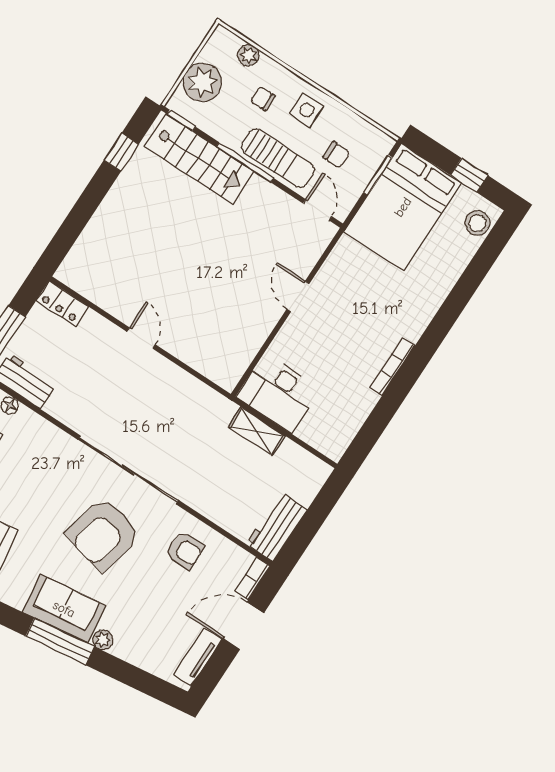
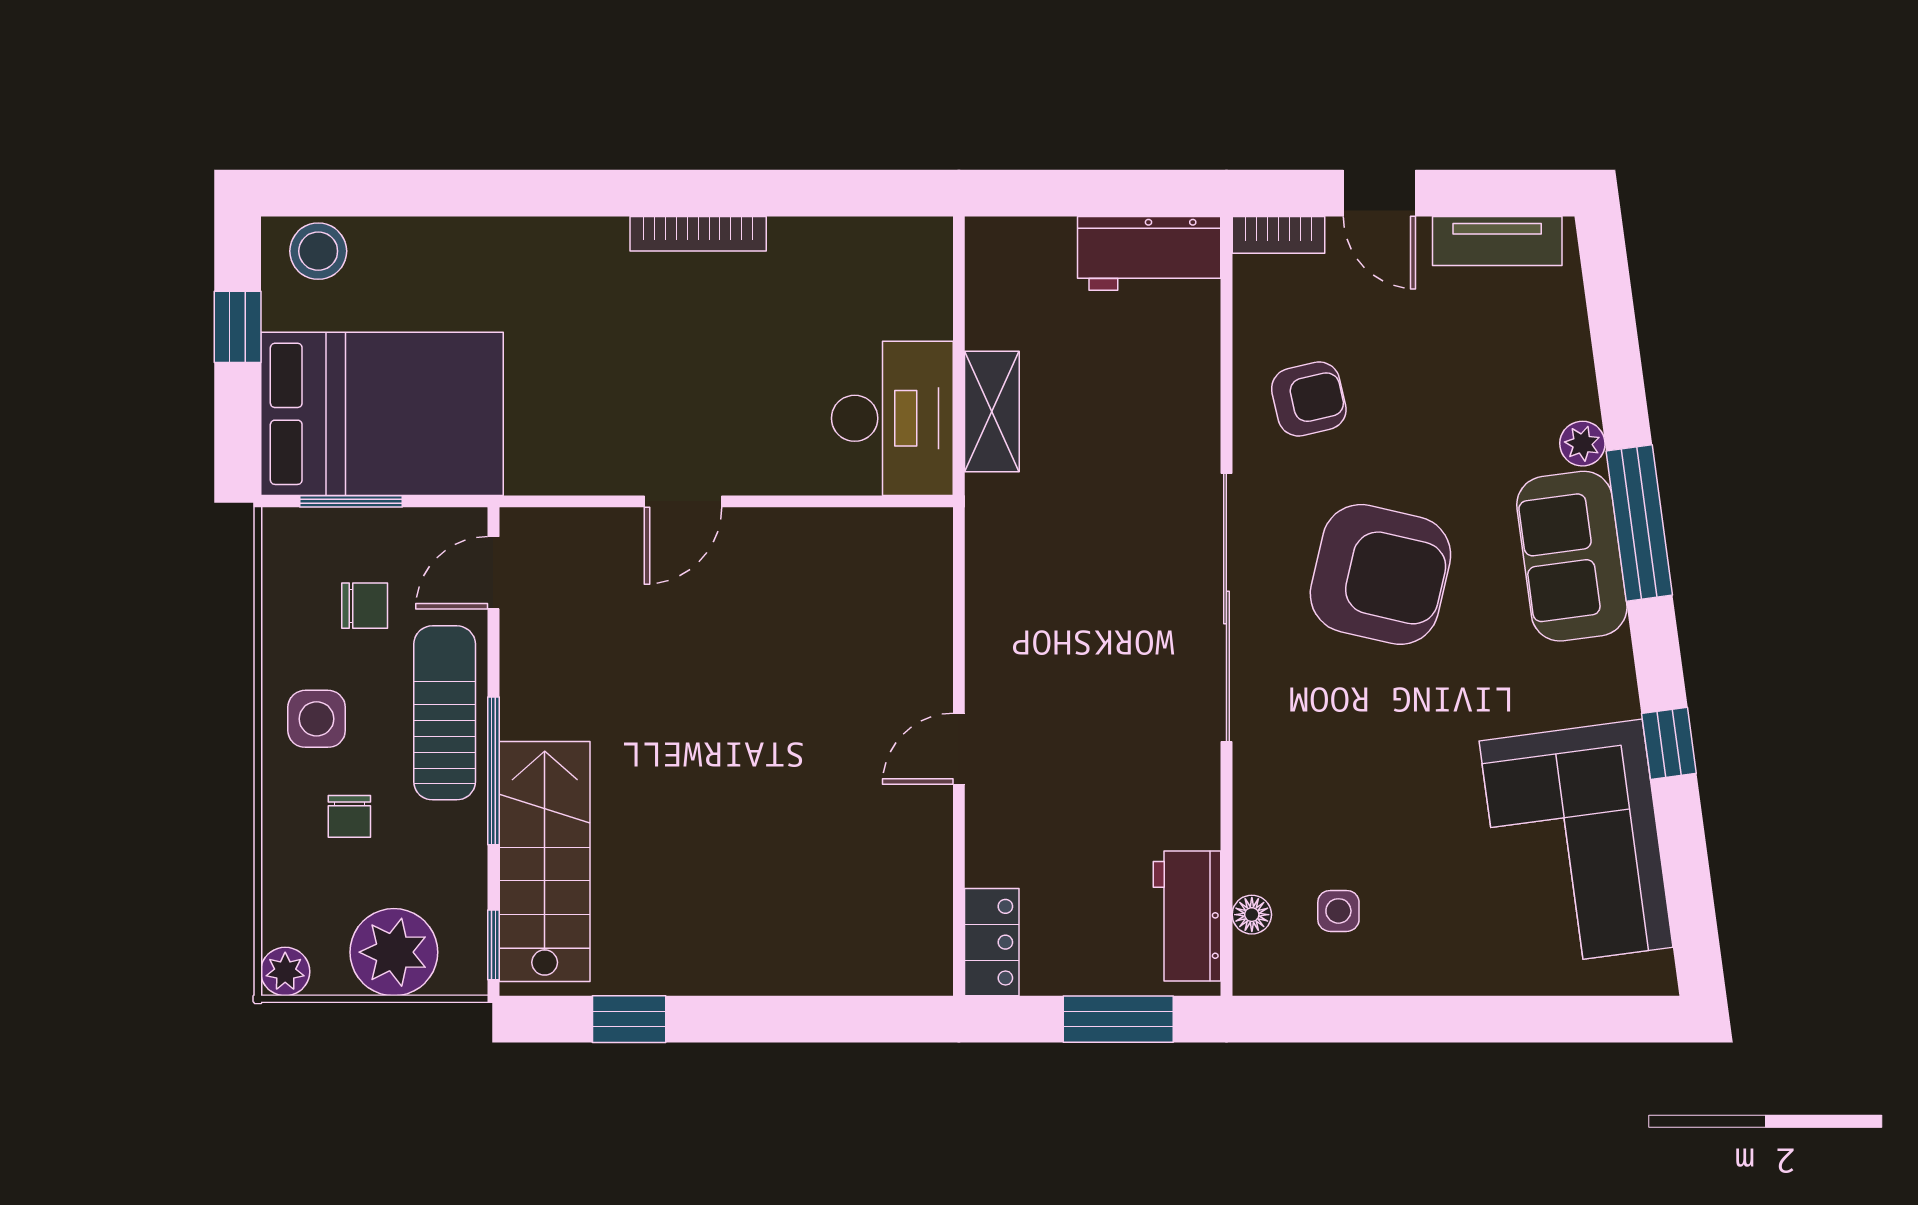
plant: (248, 55) -> (285, 972), moved
chair: (336, 155) -> (365, 606), turned 89
armchair: (185, 550) -> (1309, 399), turned 77
door: (243, 626) -> (1379, 193), width x0.73

